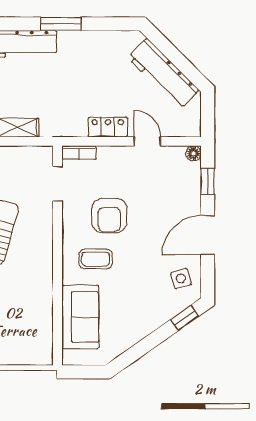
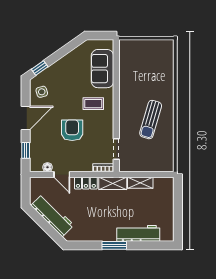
shelving: (63, 127) -> (113, 183), added
floor lamp: (193, 153) -> (47, 167), moved
armchair: (109, 216) -> (72, 130), moved

